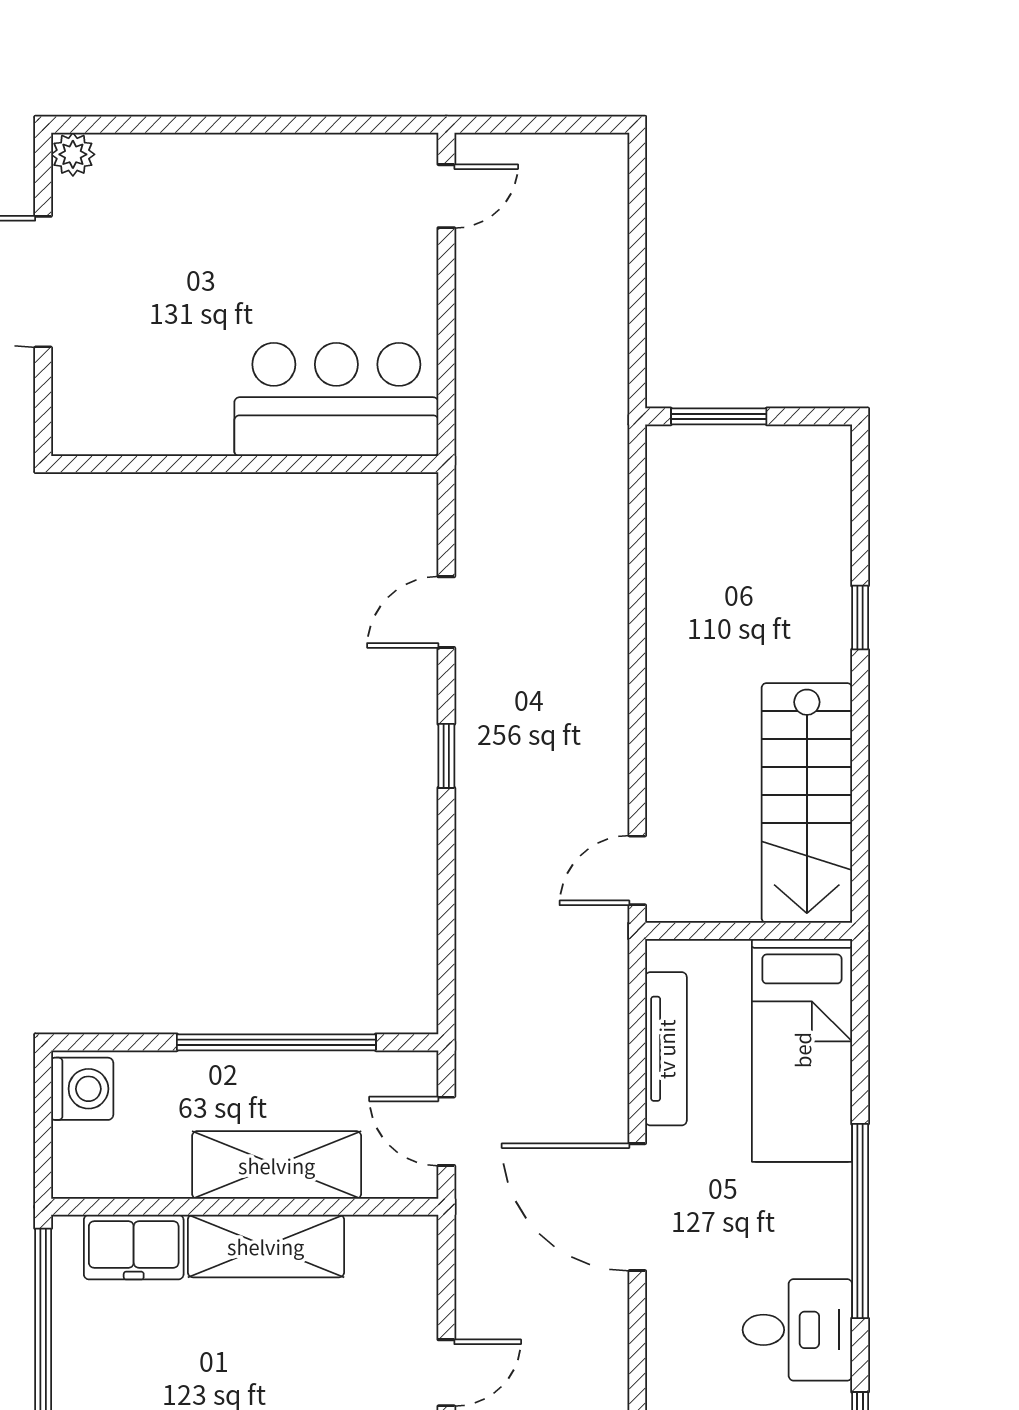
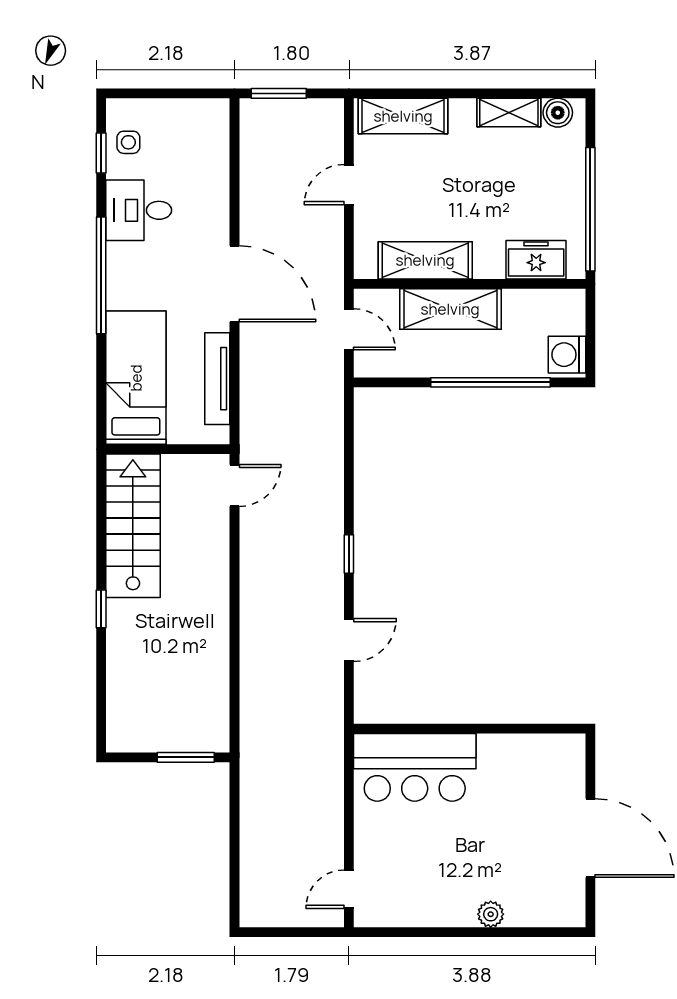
plant: (73, 154) -> (491, 914), moved
window: (860, 618) -> (101, 609), moved
window: (276, 1042) -> (490, 382), moved
shelving: (266, 1246) -> (425, 260), moved

